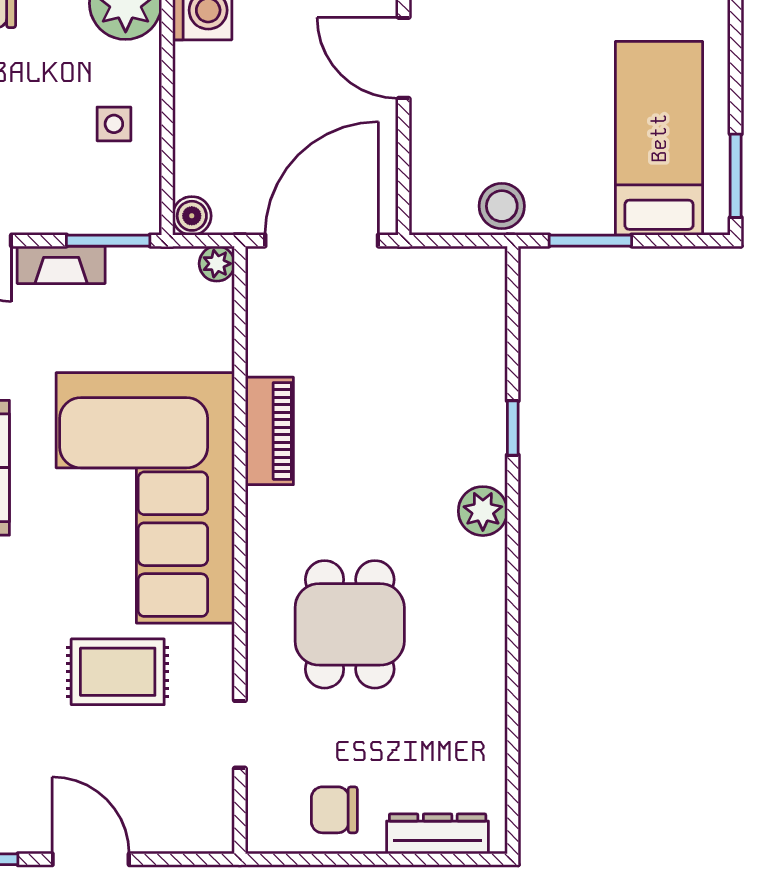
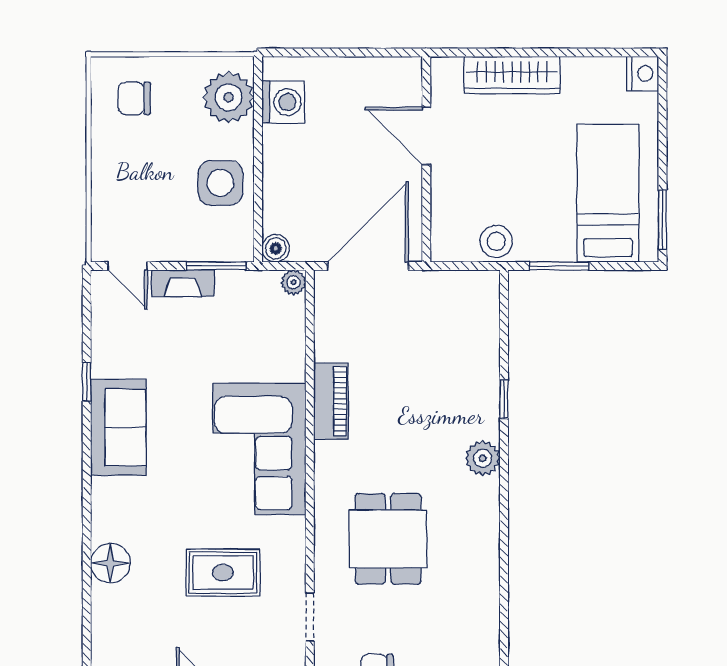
side table: (114, 124) -> (220, 183), width x1.87, depth x1.87
corner sofa: (145, 498) -> (259, 449), width x0.73, depth x0.74

